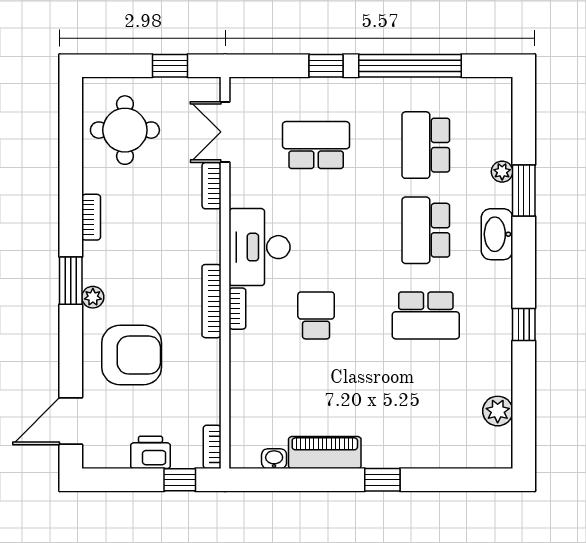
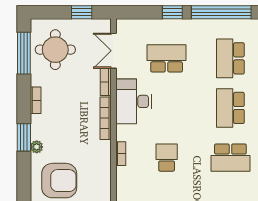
window: (71, 136) -> (24, 53), added
desk: (260, 247) -> (134, 101), moved
bookcase: (211, 301) -> (106, 118), moved

